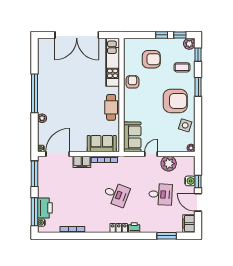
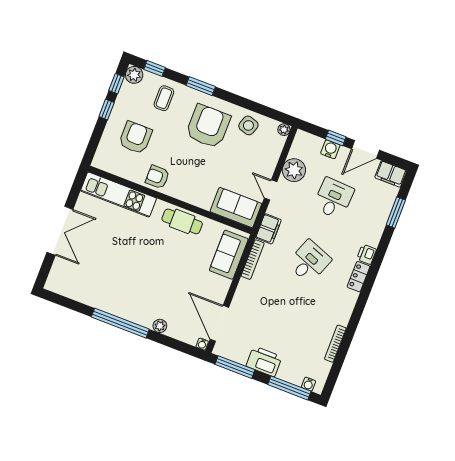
double door: (77, 35) -> (60, 231), width x0.73
filing cabinet: (82, 162) -> (268, 229), moved
printer: (45, 208) -> (264, 361), moved

